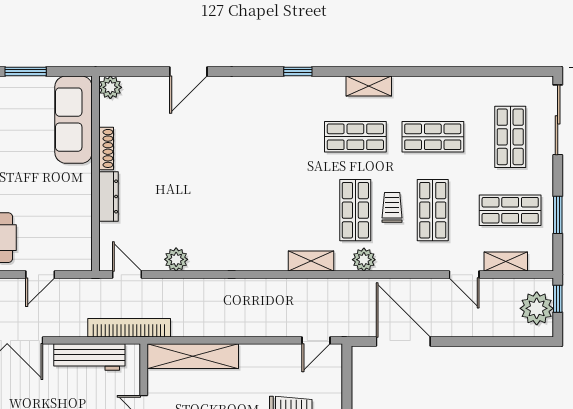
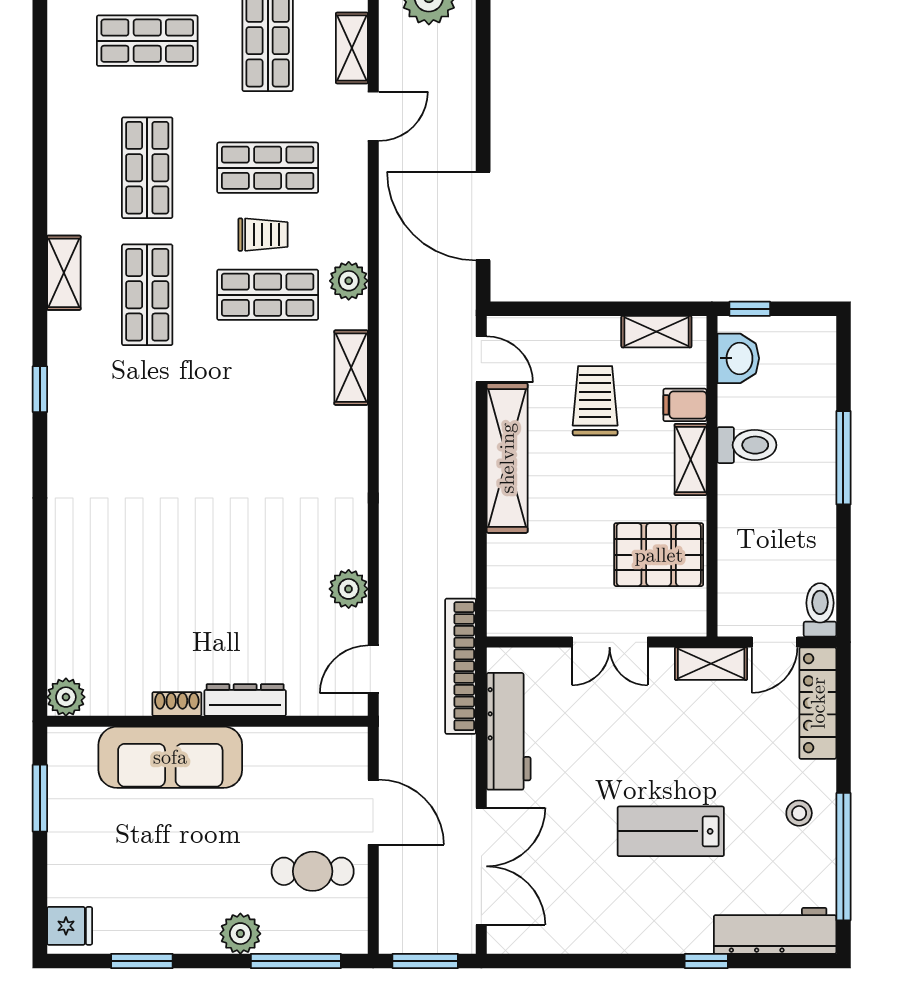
window: (26, 71) -> (40, 798), moved
door: (188, 71) -> (40, 569), removed
sofa: (74, 120) -> (170, 757), moved
shoe rack: (106, 148) -> (177, 704), width x0.70
trolley: (392, 207) -> (263, 235), turned 180
door: (40, 275) -> (373, 812), width x1.38
door: (403, 341) -> (483, 216), hinge flipped
shelving: (193, 356) -> (507, 458), moved

